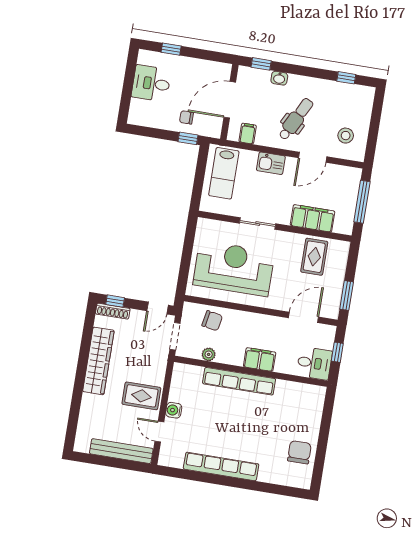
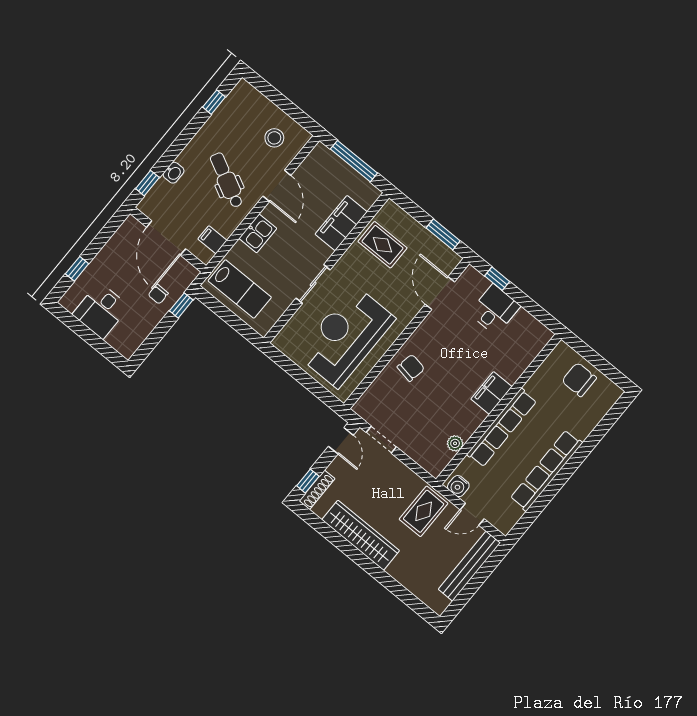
chair: (212, 321) -> (411, 368), moved
plant: (209, 354) -> (455, 443), moved
filing cabinet: (260, 359) -> (491, 393), moved
wall: (251, 371) -> (499, 409), moved
row of seats: (239, 381) -> (502, 428), moved

